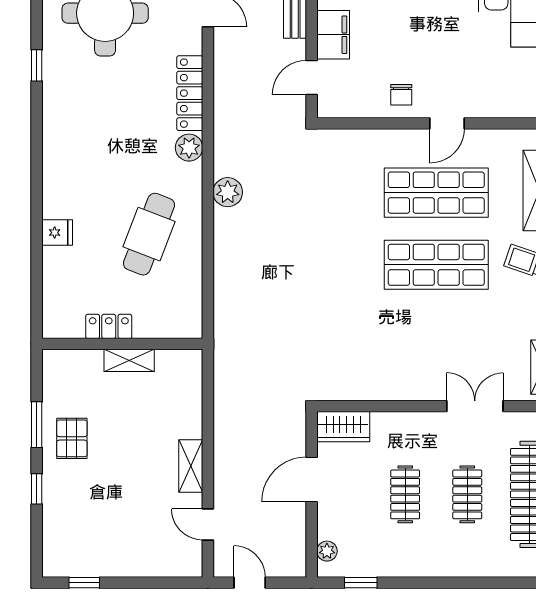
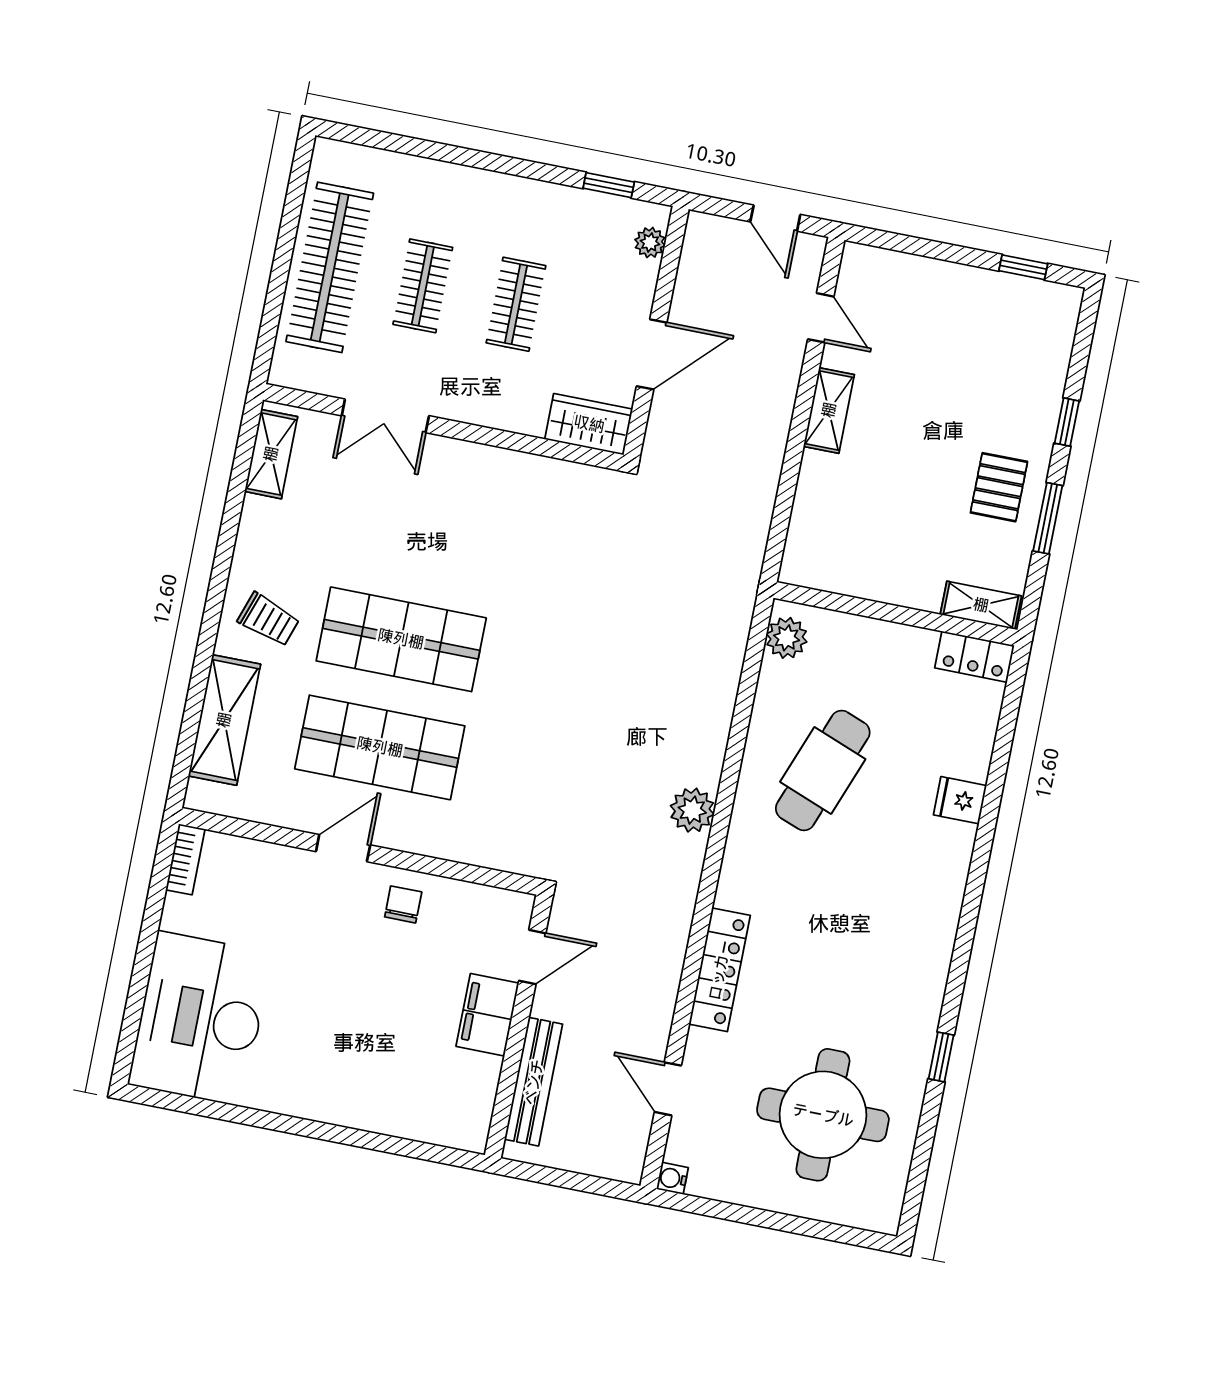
plant: (189, 148) -> (787, 638), moved
locker: (109, 326) -> (975, 657), moved
shelving: (129, 360) -> (981, 605), moved

